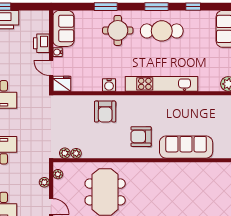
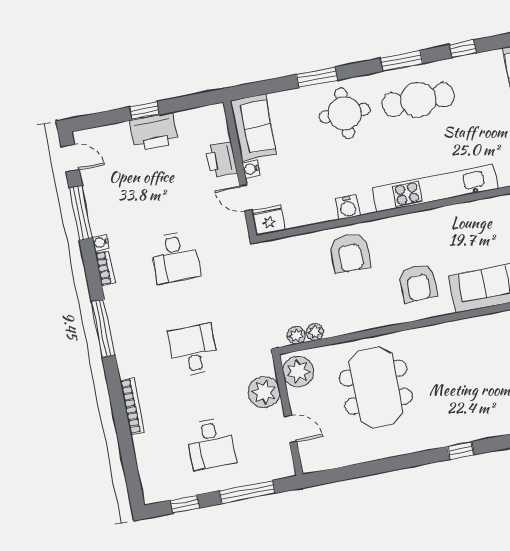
armchair: (141, 137) -> (418, 283), turned -90
plant: (58, 174) -> (298, 371), width x1.87, depth x1.87
plant: (44, 182) -> (264, 392), width x1.88, depth x1.88

